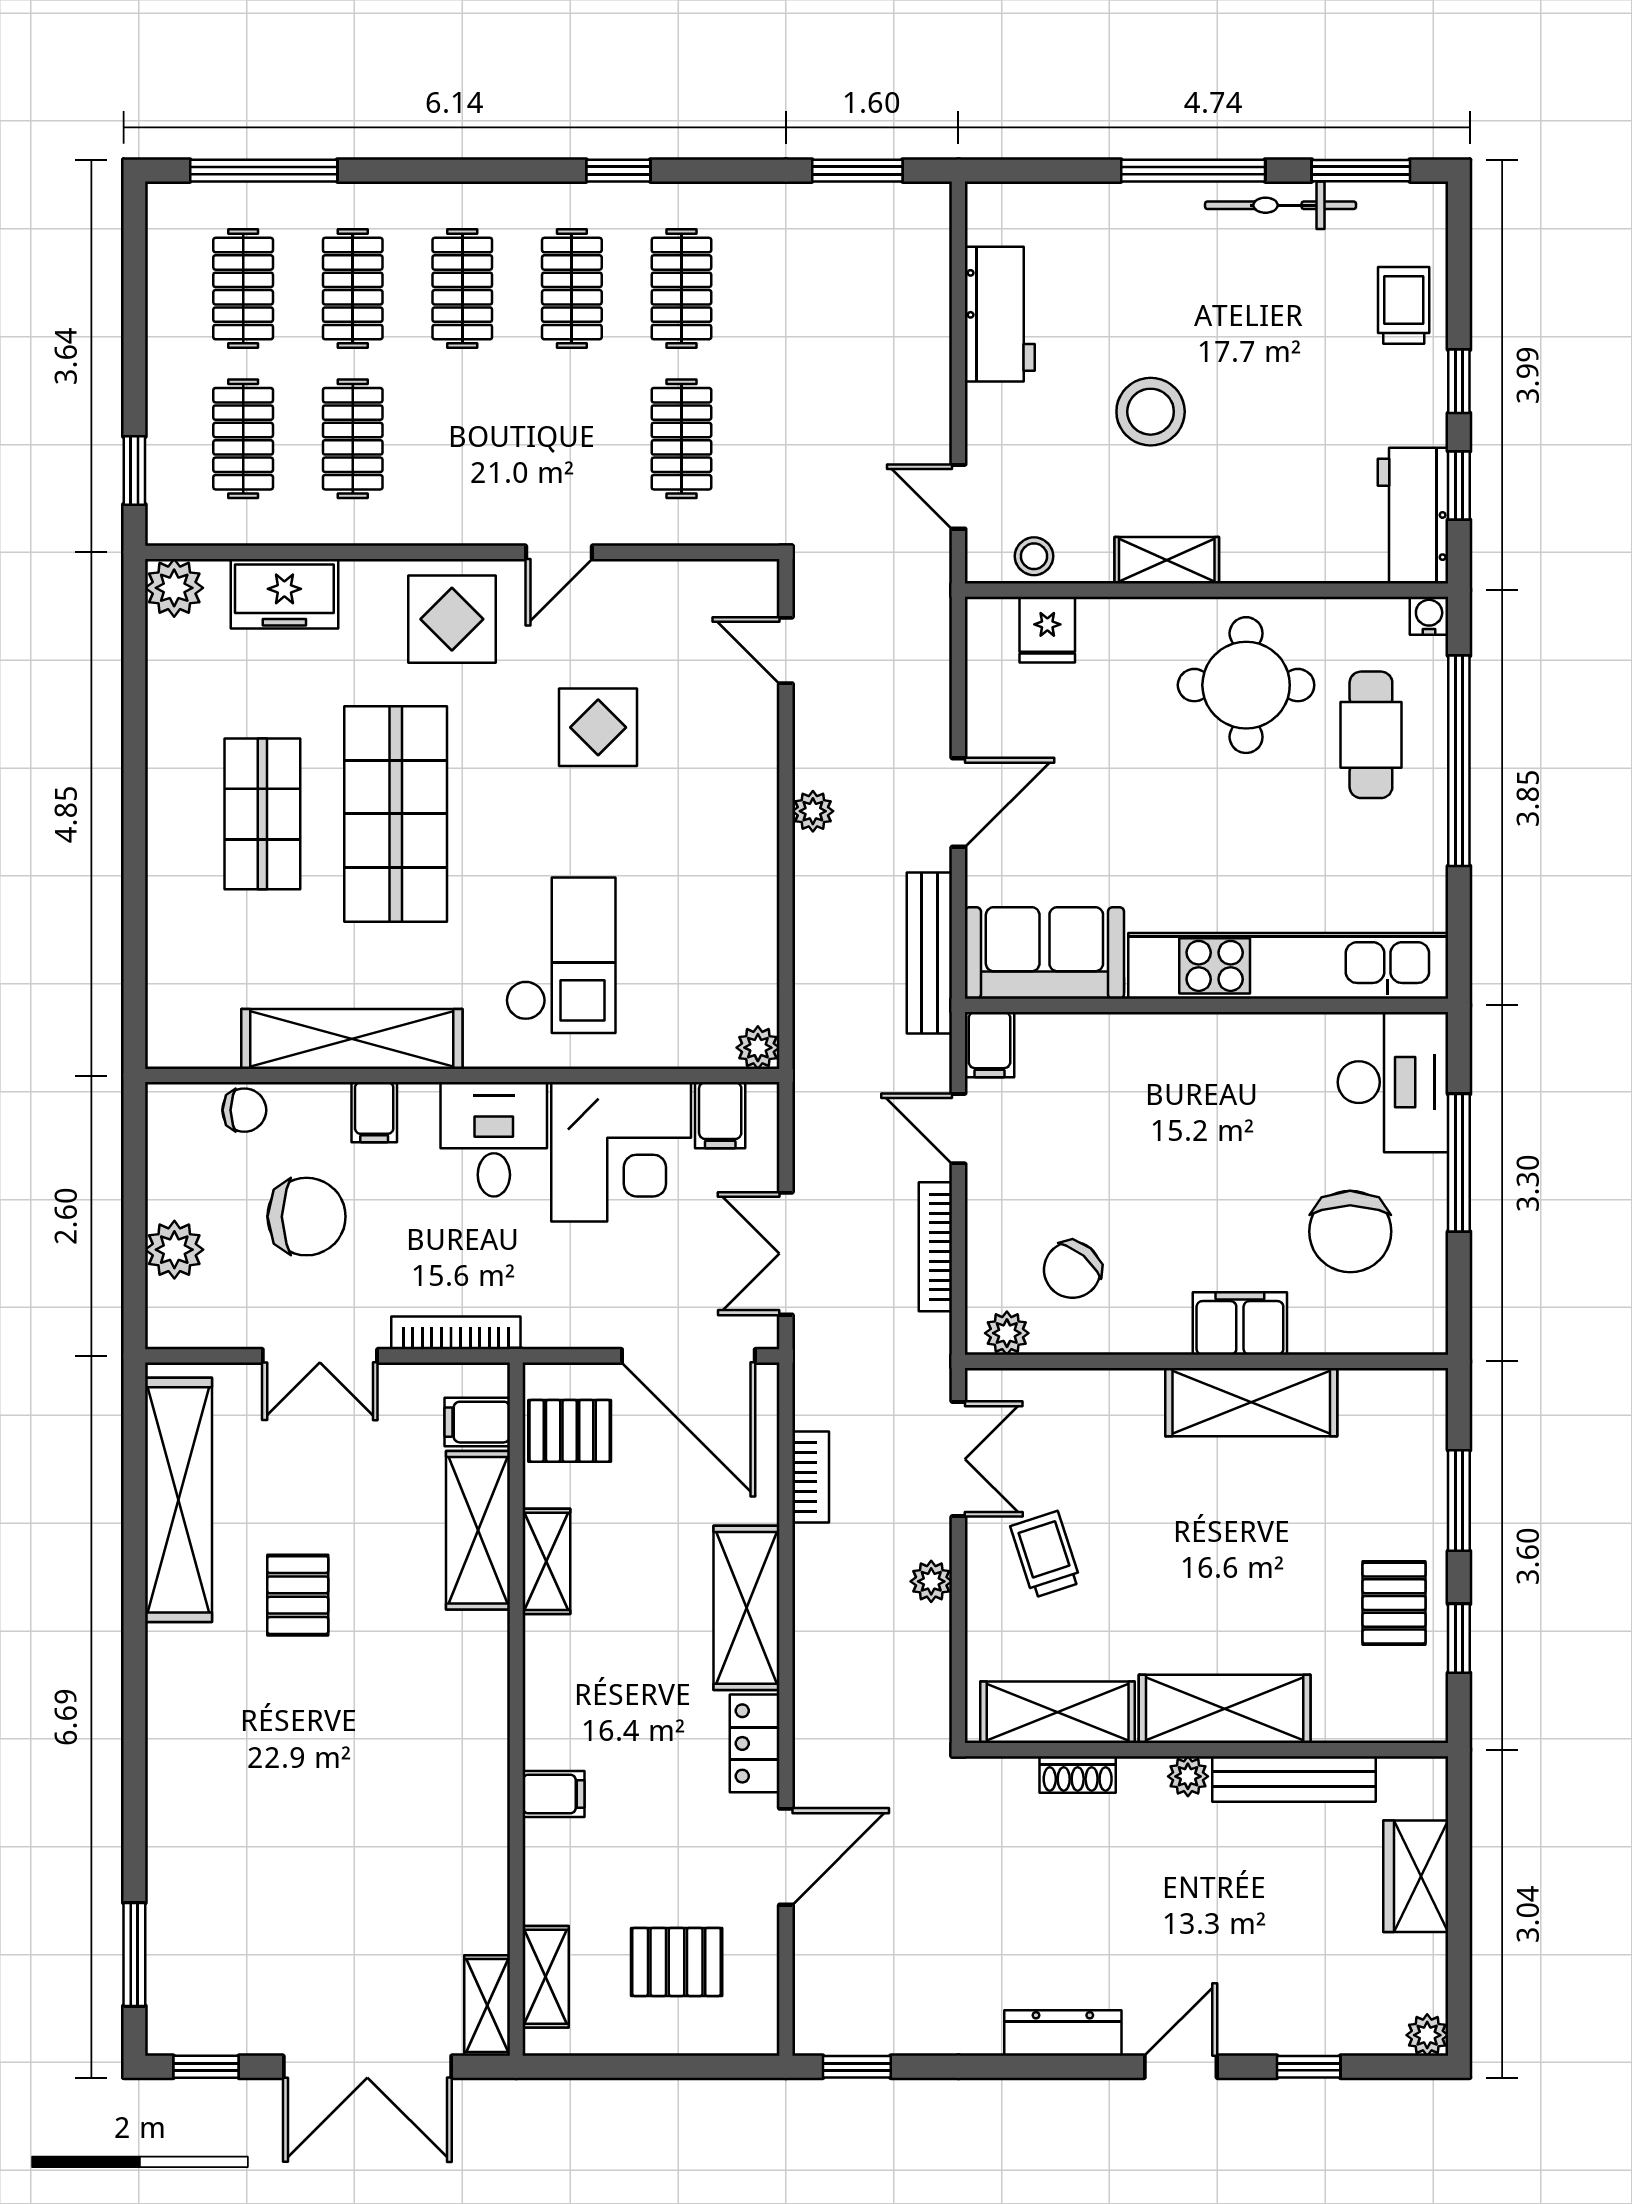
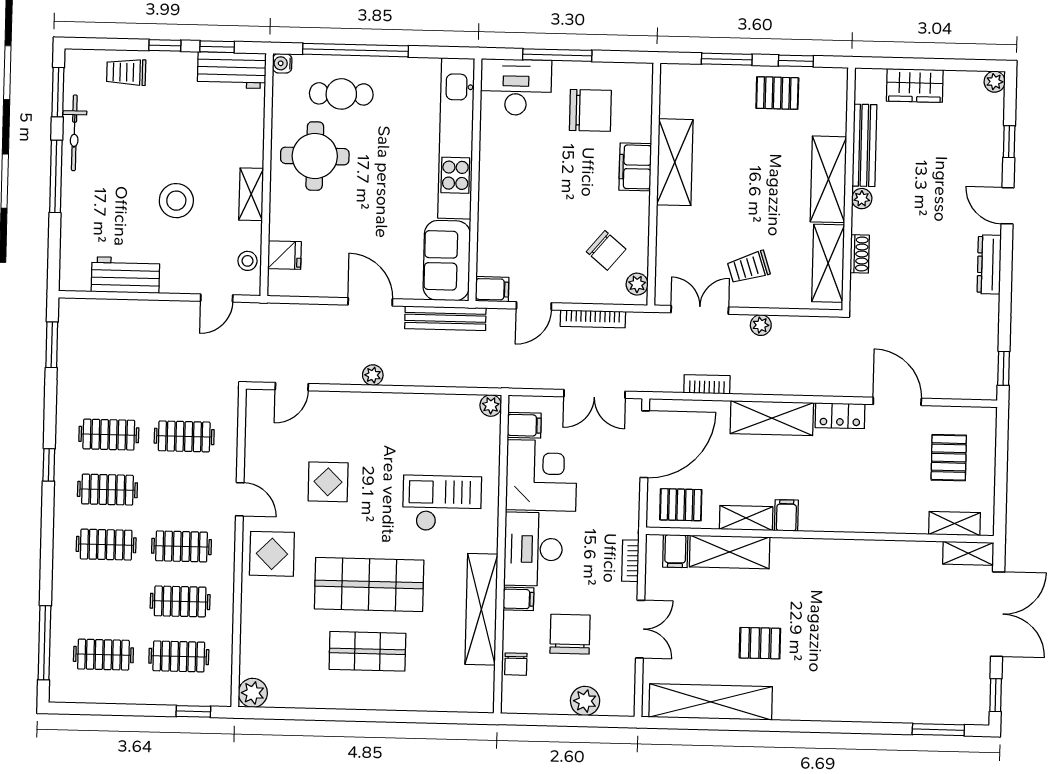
clothes rail: (353, 289) -> (181, 546), moved
freezer: (284, 594) -> (257, 638), removed
chair: (244, 1110) -> (516, 664), turned 180
desk: (494, 1139) -> (533, 549), width x1.37
bookcase: (456, 1333) -> (630, 561), width x0.64
pallet: (570, 1431) -> (681, 505), turned 90
filing cabinet: (554, 1794) -> (786, 515), moved

